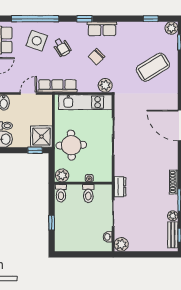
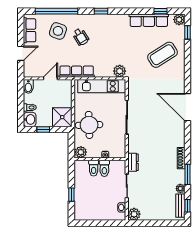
row of seats: (102, 29) -> (149, 20), moved, width x1.48
chair: (97, 57) -> (112, 45), removed
window: (35, 150) -> (43, 130), moved
toilet: (61, 193) -> (94, 168), moved

